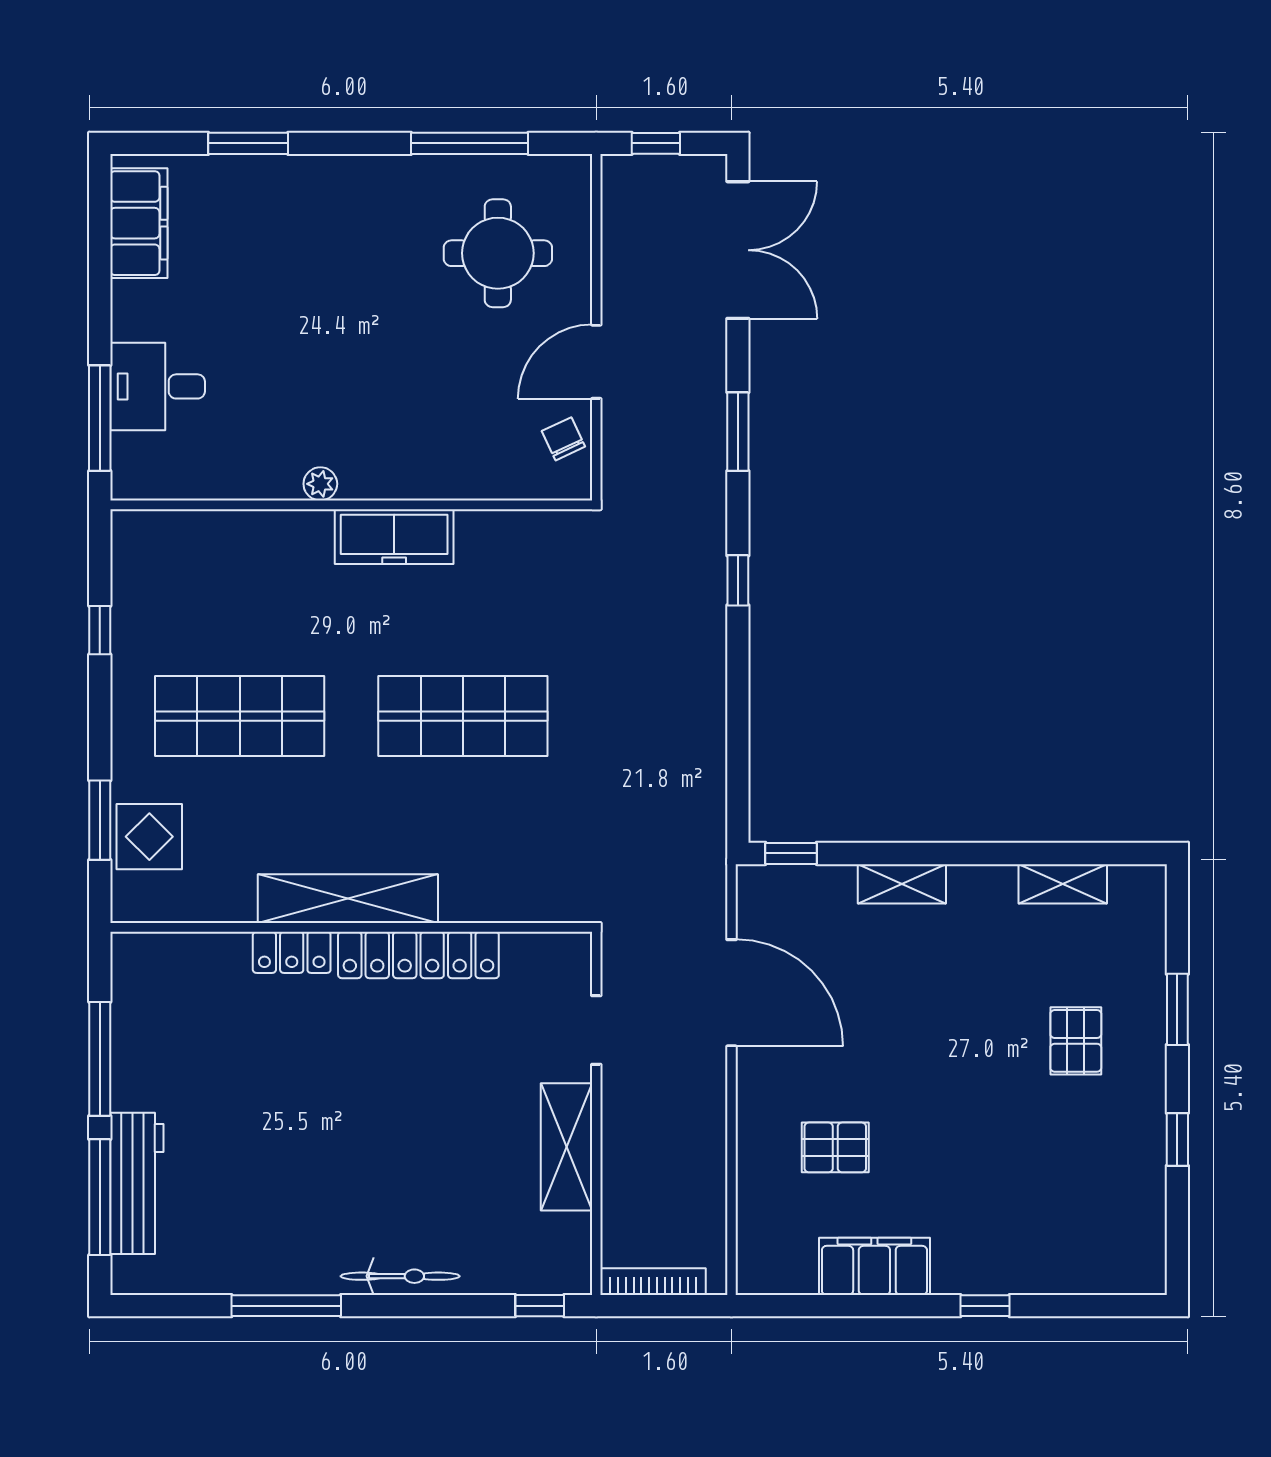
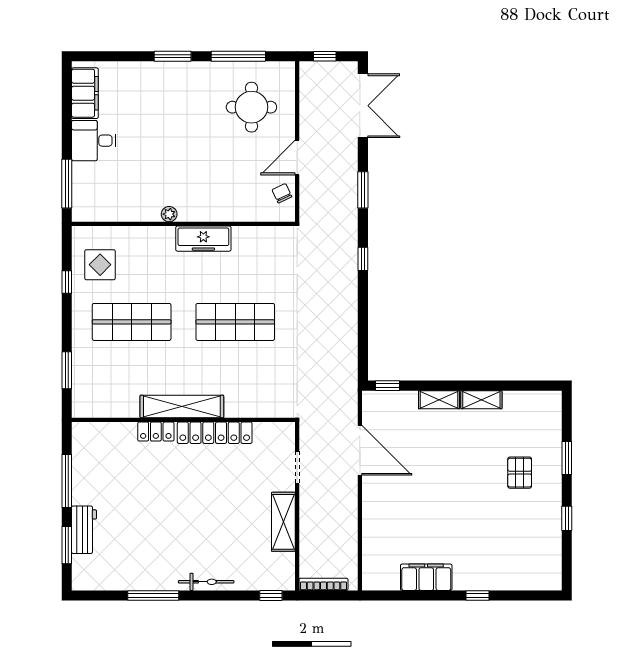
window: (248, 143) -> (173, 56), moved
desk: (158, 386) -> (94, 141), moved
display table: (149, 837) -> (100, 265), moved
shelving: (1063, 884) -> (481, 400), moved
pallet: (835, 1147) -> (408, 522), removed
workbench: (137, 1183) -> (84, 530), width x0.73
window: (100, 1197) -> (67, 545), width x0.69

